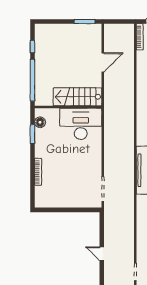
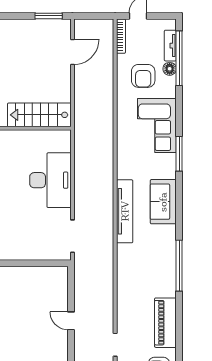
door: (103, 62) -> (72, 52), moved
desk: (81, 124) -> (50, 180), moved, turned 90

